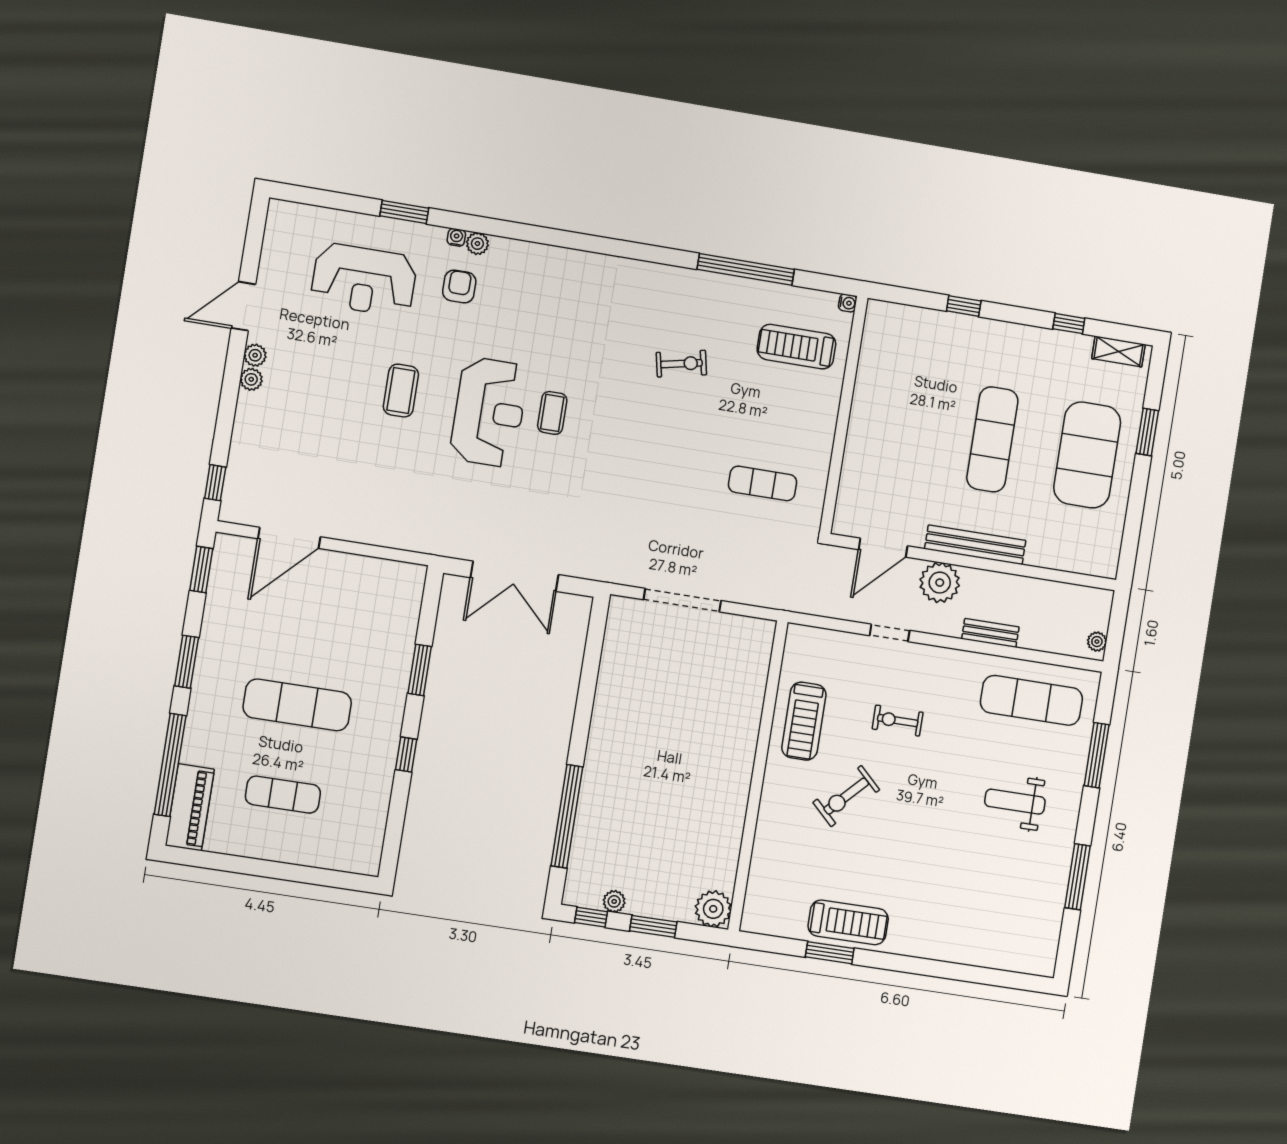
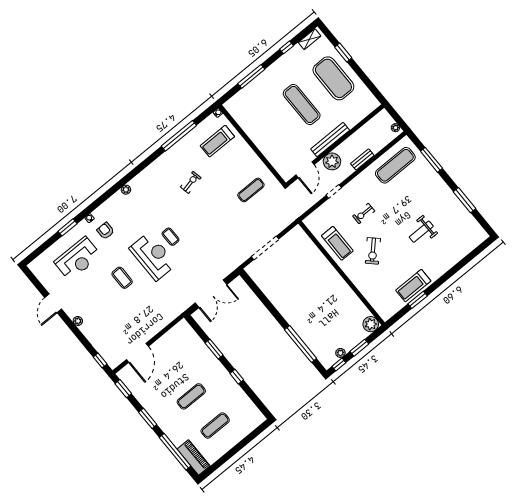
plant: (477, 244) -> (126, 190), moved
window: (964, 306) -> (251, 76), width x2.17
plant: (255, 355) -> (71, 313), removed
exercise mat: (297, 705) -> (191, 396), width x0.73, depth x0.69
weight bench: (1015, 802) -> (421, 232), moved
treadmill: (848, 922) -> (413, 286), turned 180

